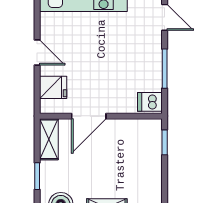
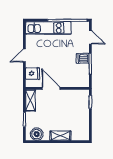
door: (37, 52) -> (24, 55), swing flipped
dishwasher: (150, 102) -> (83, 58), moved
door: (89, 116) -> (51, 88), swing flipped

